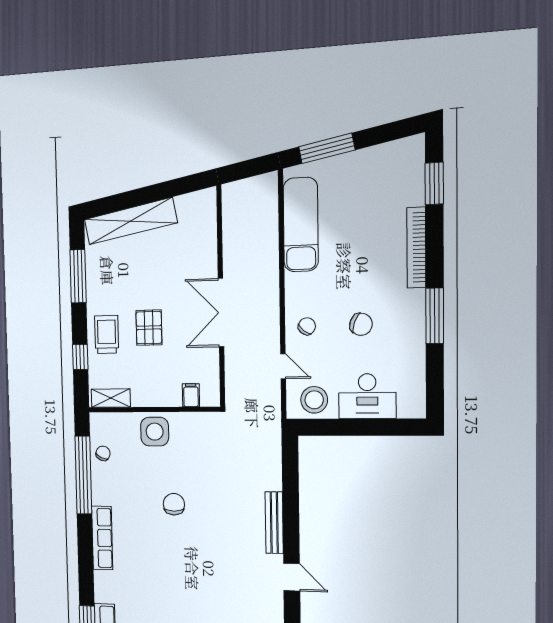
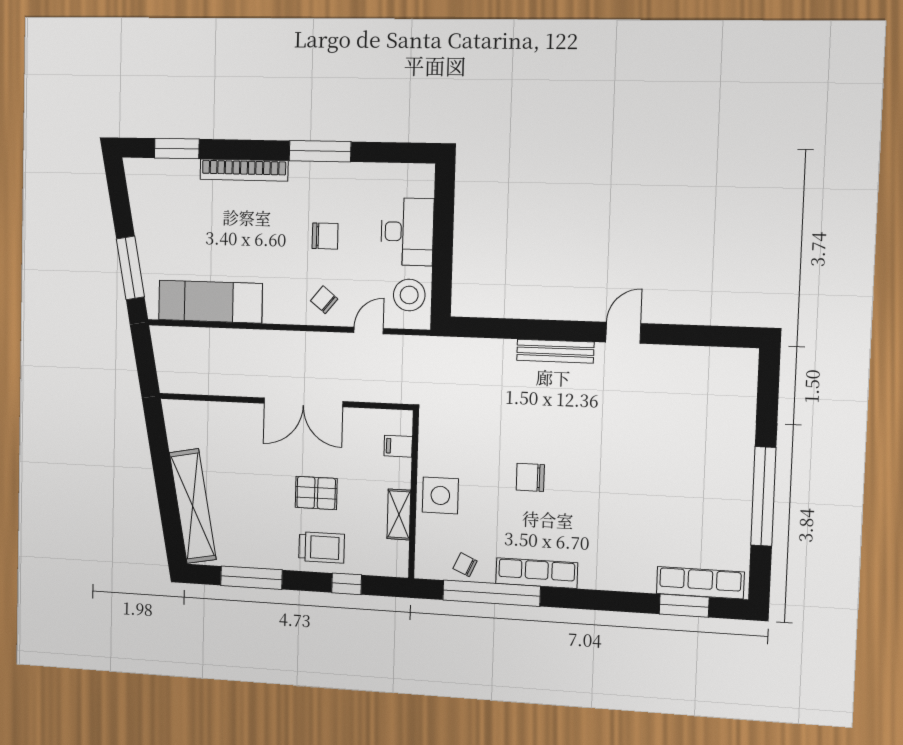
chair: (361, 324) -> (325, 236), turned 70
trolley: (107, 334) -> (322, 547), turned 180
shelving: (111, 398) -> (399, 514), moved
row of seats: (102, 538) -> (537, 573), moved

